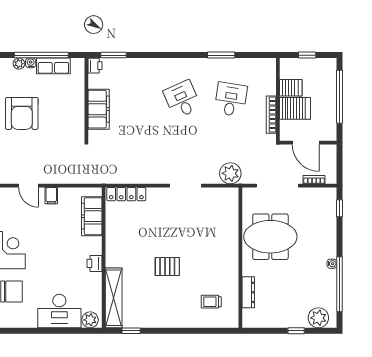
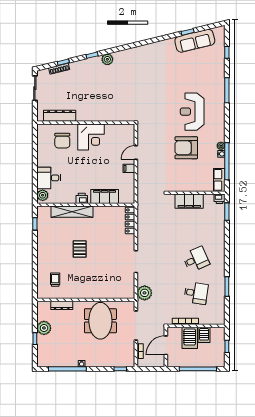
row of seats: (53, 66) -> (219, 180), moved
filing cabinet: (92, 216) -> (105, 196), moved
shelving: (114, 298) -> (72, 212), moved
desk: (59, 311) -> (49, 178), width x0.73
plant: (318, 318) -> (44, 328), moved

